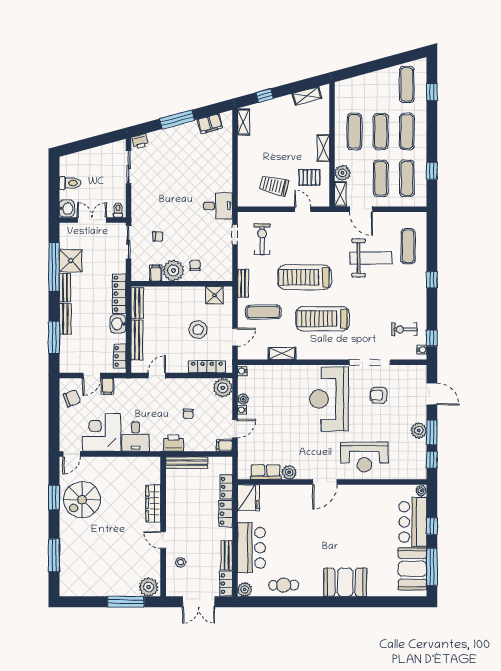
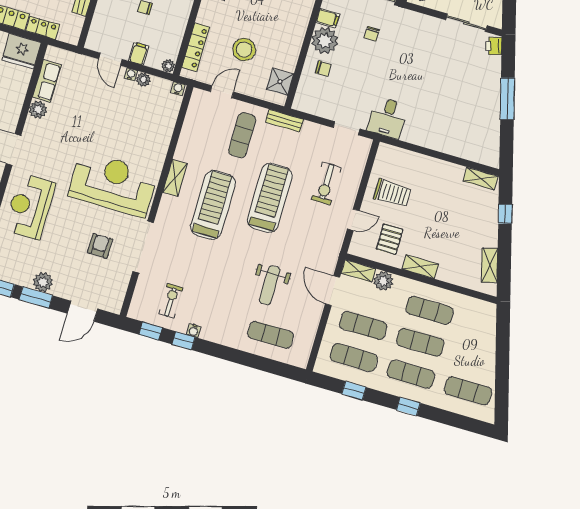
window: (432, 92) -> (408, 406), moved
filing cabinet: (210, 124) -> (490, 137), removed
trolley: (274, 186) -> (392, 193), turned 77
door: (361, 209) -> (333, 291), hinge flipped
exercise bike: (262, 239) -> (326, 183), moved, turned 90
weight bench: (371, 258) -> (270, 285), width x0.73, depth x0.75
window: (432, 280) -> (184, 341), moved
door: (235, 337) -> (222, 92), swing flipped
water cooler: (422, 350) -> (194, 331), moved
shelving: (282, 353) -> (175, 178), moved
plant: (223, 388) -> (168, 66), width x0.53, depth x0.53
filing cabinet: (224, 446) -> (139, 54), moved

